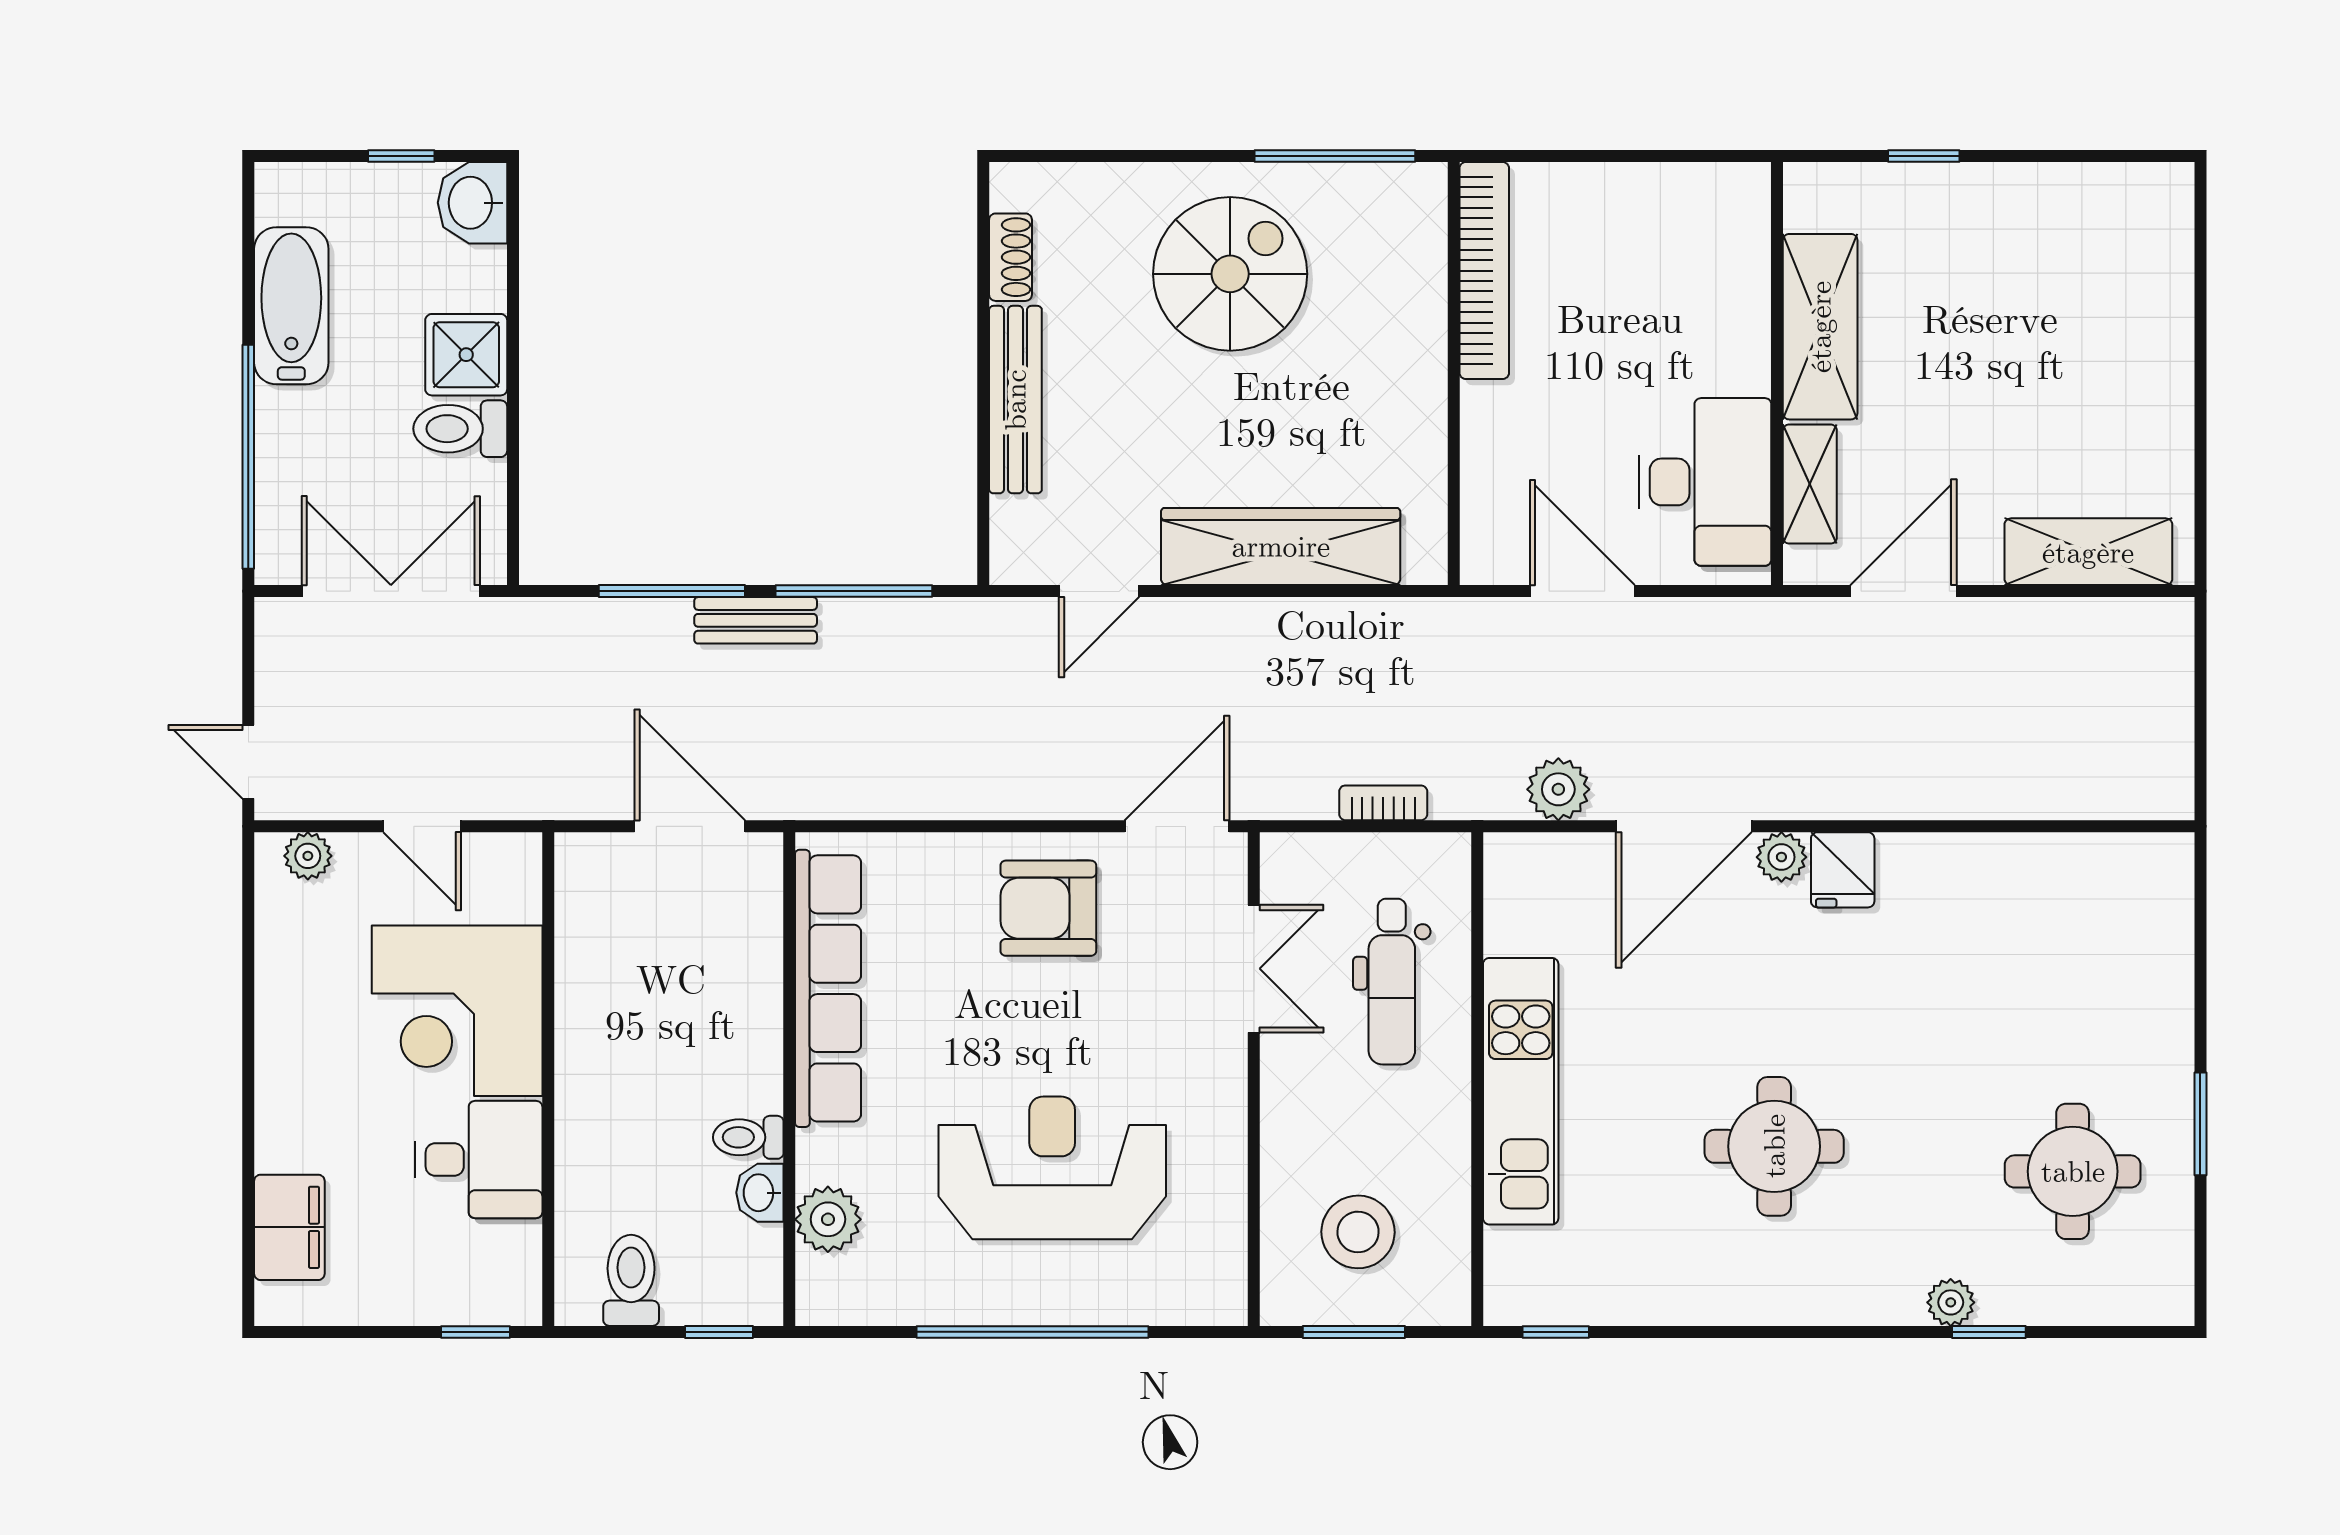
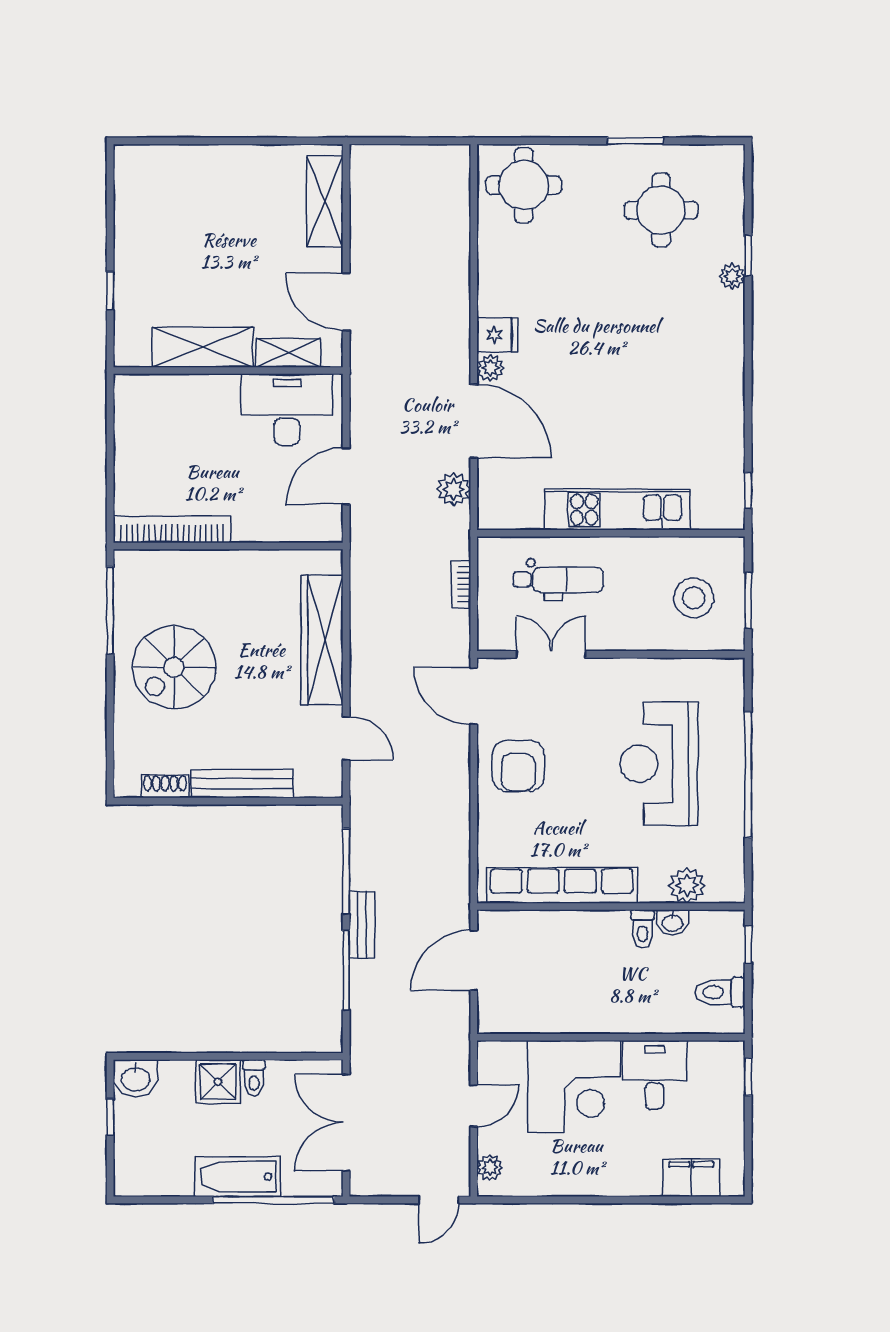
spiral stairs: (1230, 274) -> (174, 667), turned -90
bathtub: (291, 306) -> (237, 1177), moved
toilet: (460, 429) -> (254, 1078), width x0.73, depth x0.72
round table: (1774, 1146) -> (524, 185), moved

